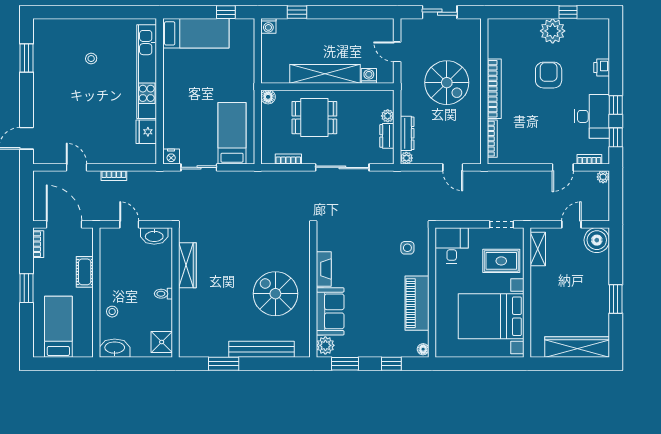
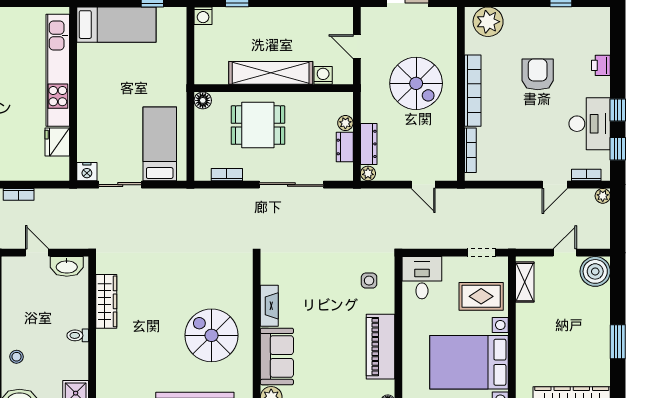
plant: (553, 31) -> (488, 22), moved

